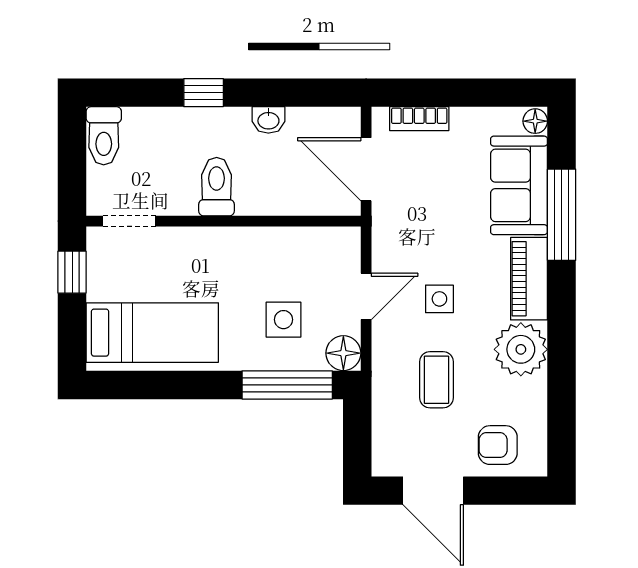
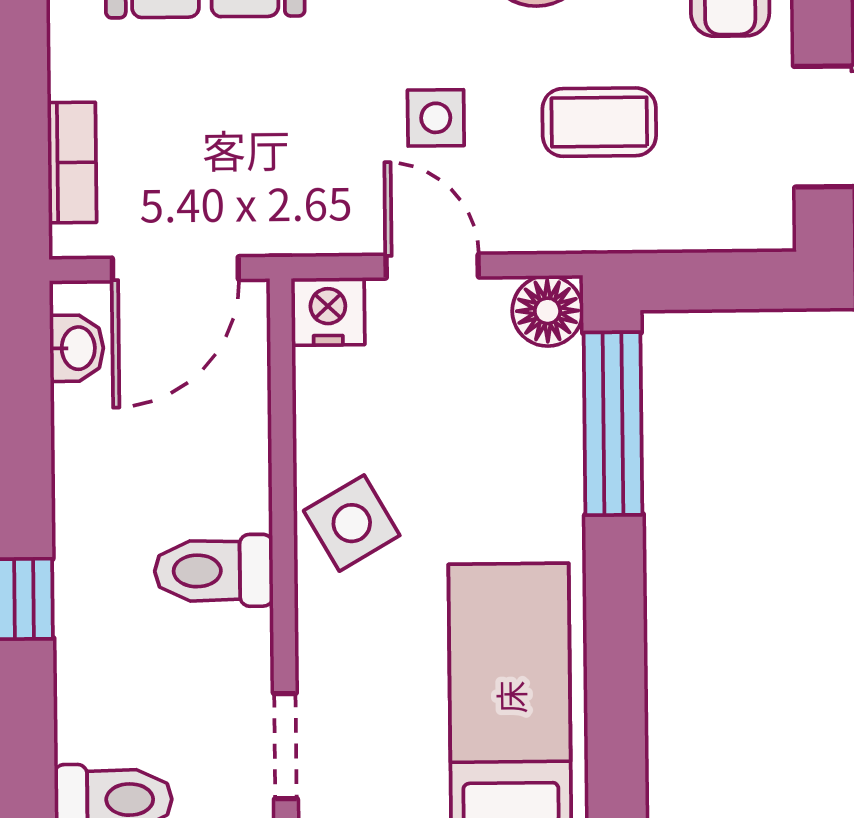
washbasin: (268, 120) -> (77, 348), moved
nightstand: (344, 245) -> (328, 311), added
side table: (284, 320) -> (352, 523), moved, turned -30

